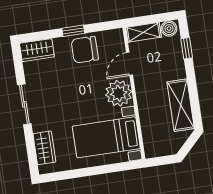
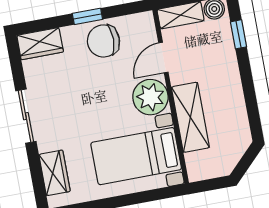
shelving: (181, 105) -> (190, 117), moved

